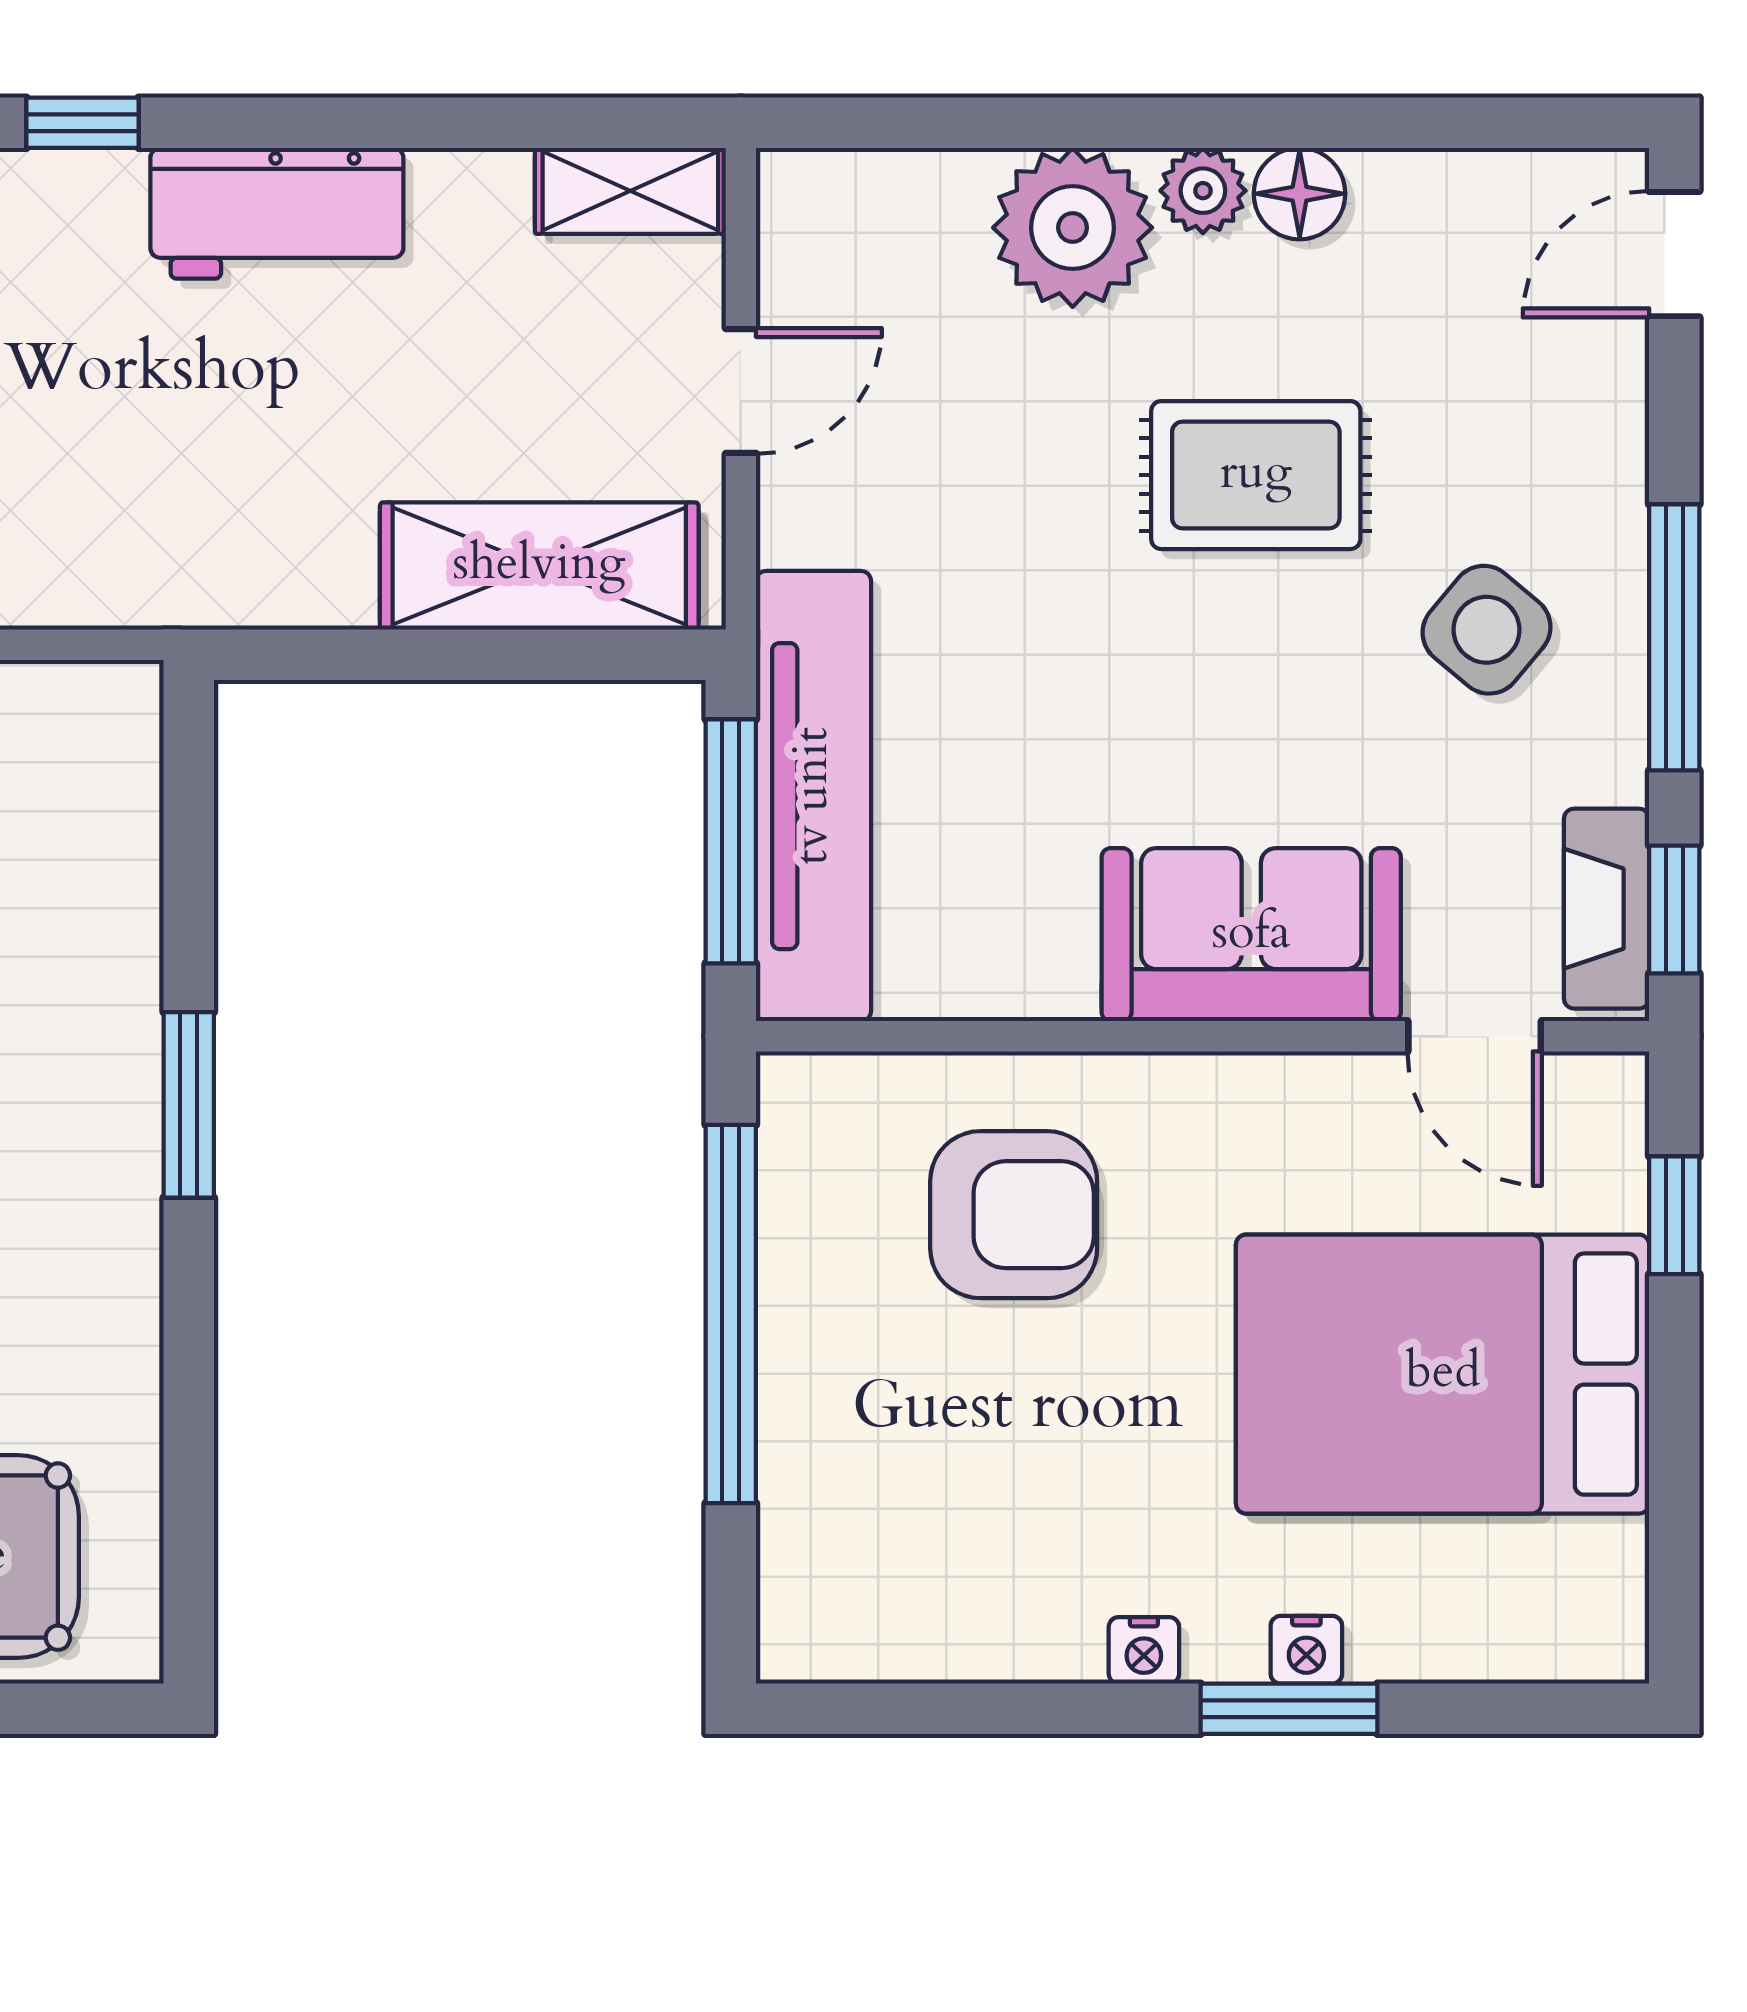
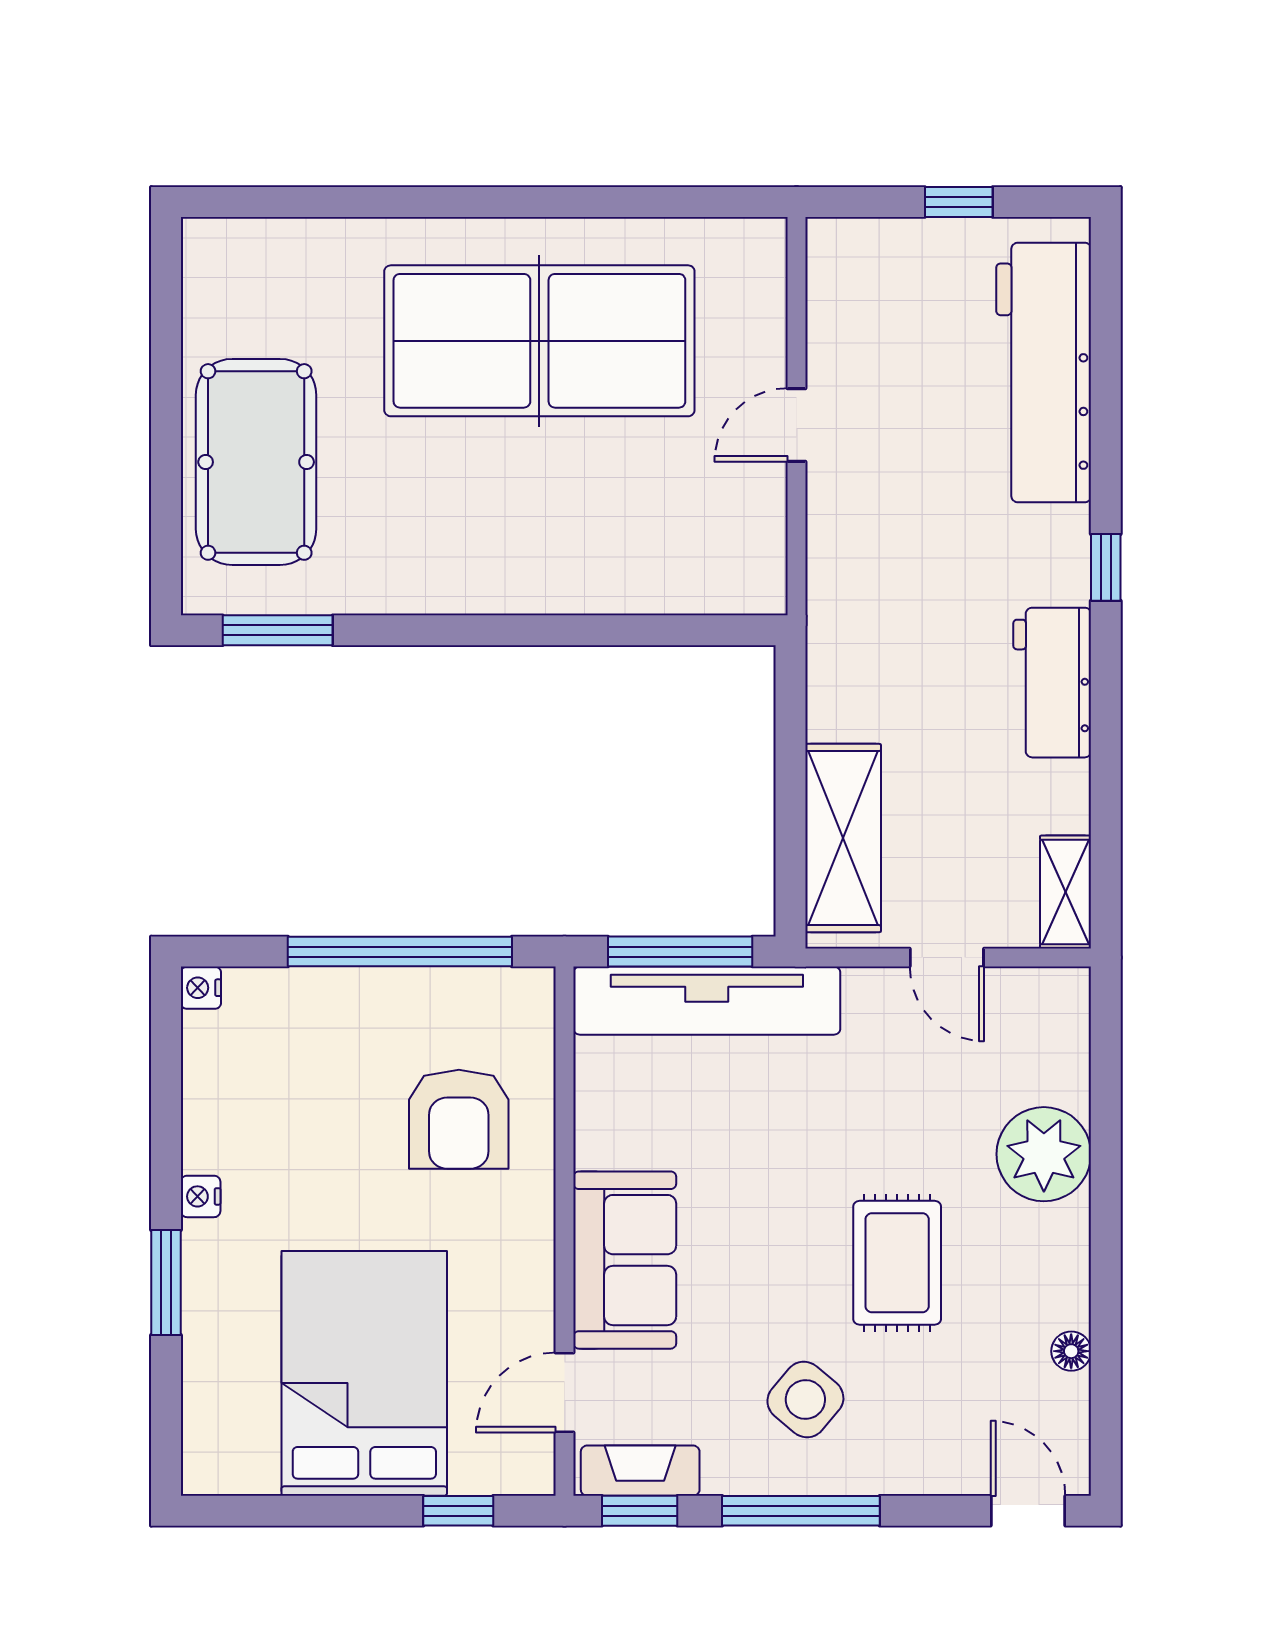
plant: (1203, 191) -> (1066, 1231), removed
floor lamp: (1300, 194) -> (1071, 1351), moved, width x0.73, depth x0.73
window: (189, 1105) -> (278, 630), moved
nightstand: (1306, 1650) -> (201, 988), moved

